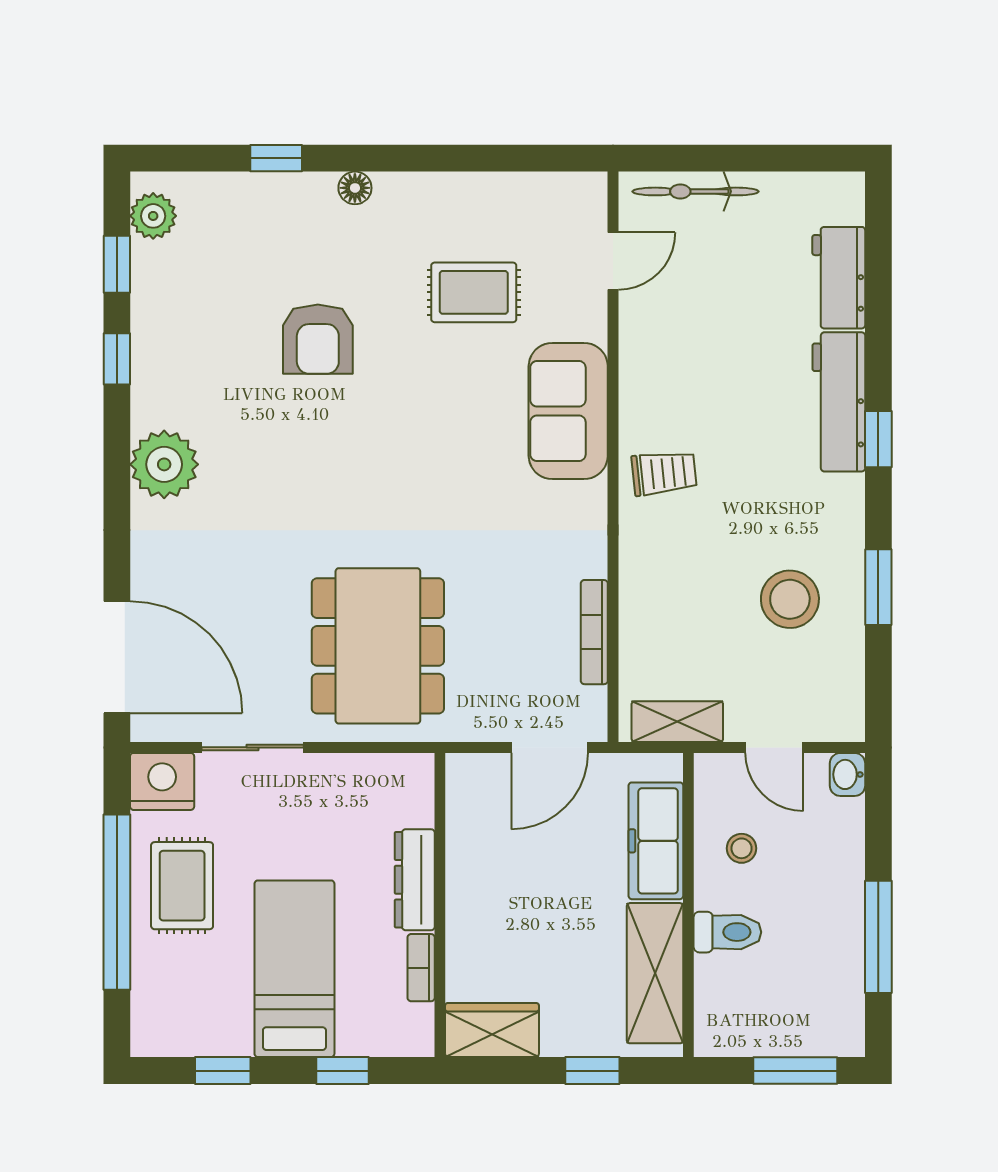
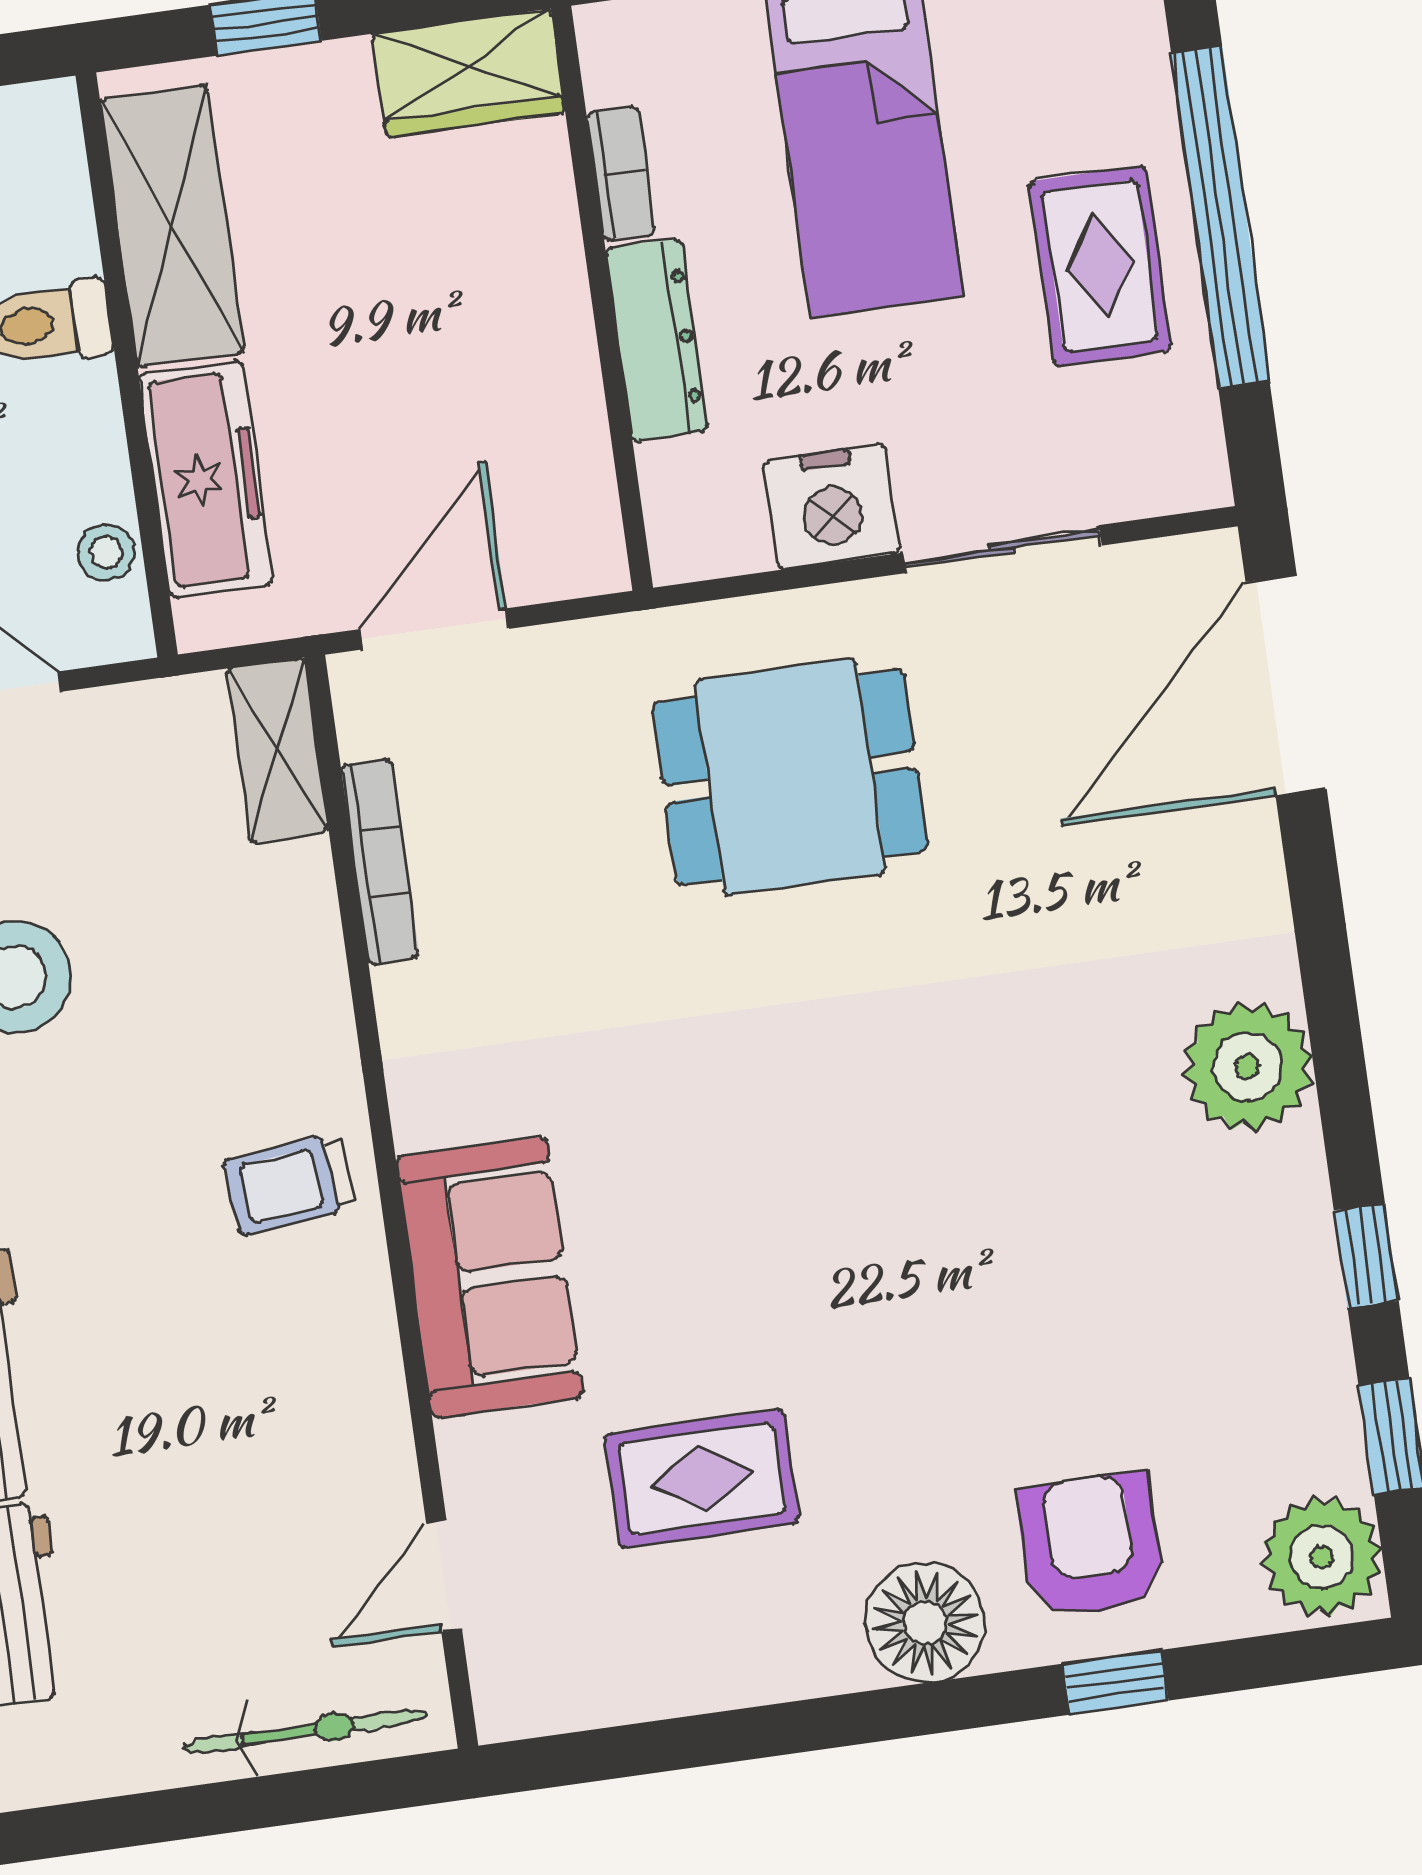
floor lamp: (355, 188) -> (925, 1623), width x1.89, depth x1.89
plant: (153, 216) -> (1322, 1557), width x1.36, depth x1.36
armchair: (318, 339) -> (1090, 1546), moved
dining table: (378, 646) -> (790, 777), width x0.73
door: (117, 657) -> (1286, 685), hinge flipped
shelving: (677, 722) -> (278, 750), moved, turned 90
nightstand: (162, 781) -> (832, 507), moved
stool: (742, 848) -> (106, 552), moved

